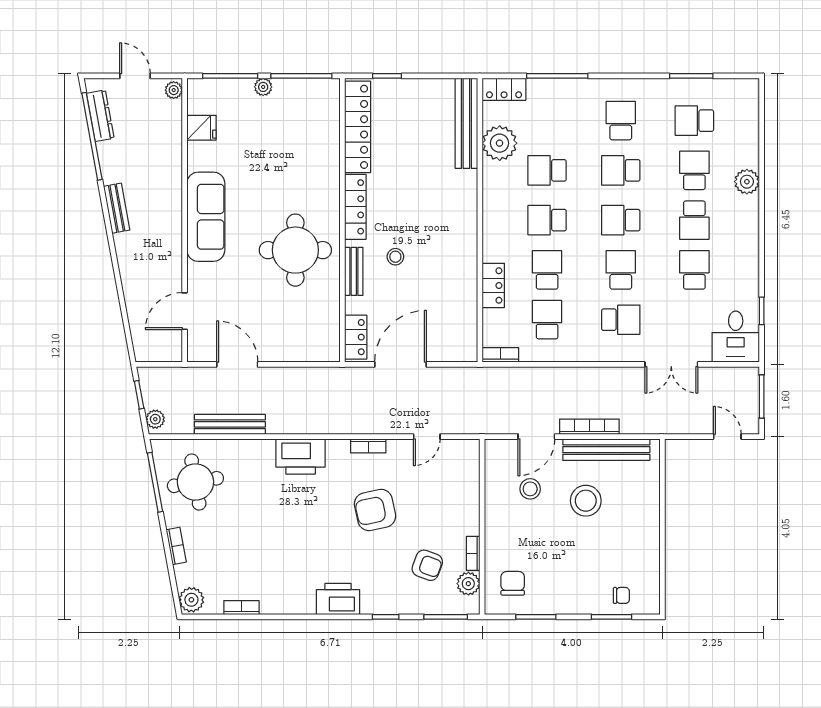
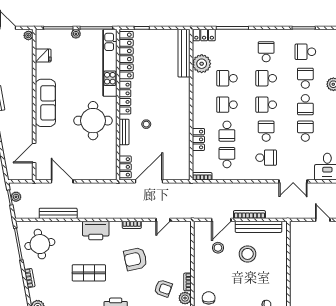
kitchen unit: (327, 141) -> (110, 63), added
school desk: (547, 270) -> (227, 131), turned 180
plant: (155, 419) -> (16, 197), moved
shop shelf: (287, 536) -> (89, 273), added

